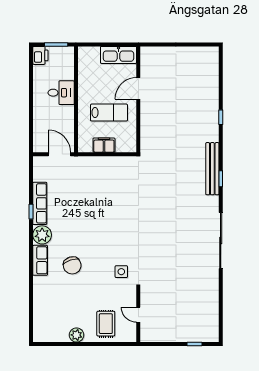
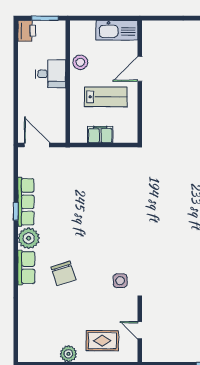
stool: (87, 83) -> (80, 62), added
door: (60, 154) -> (37, 145), moved
rug: (106, 324) -> (102, 341), turned 90

